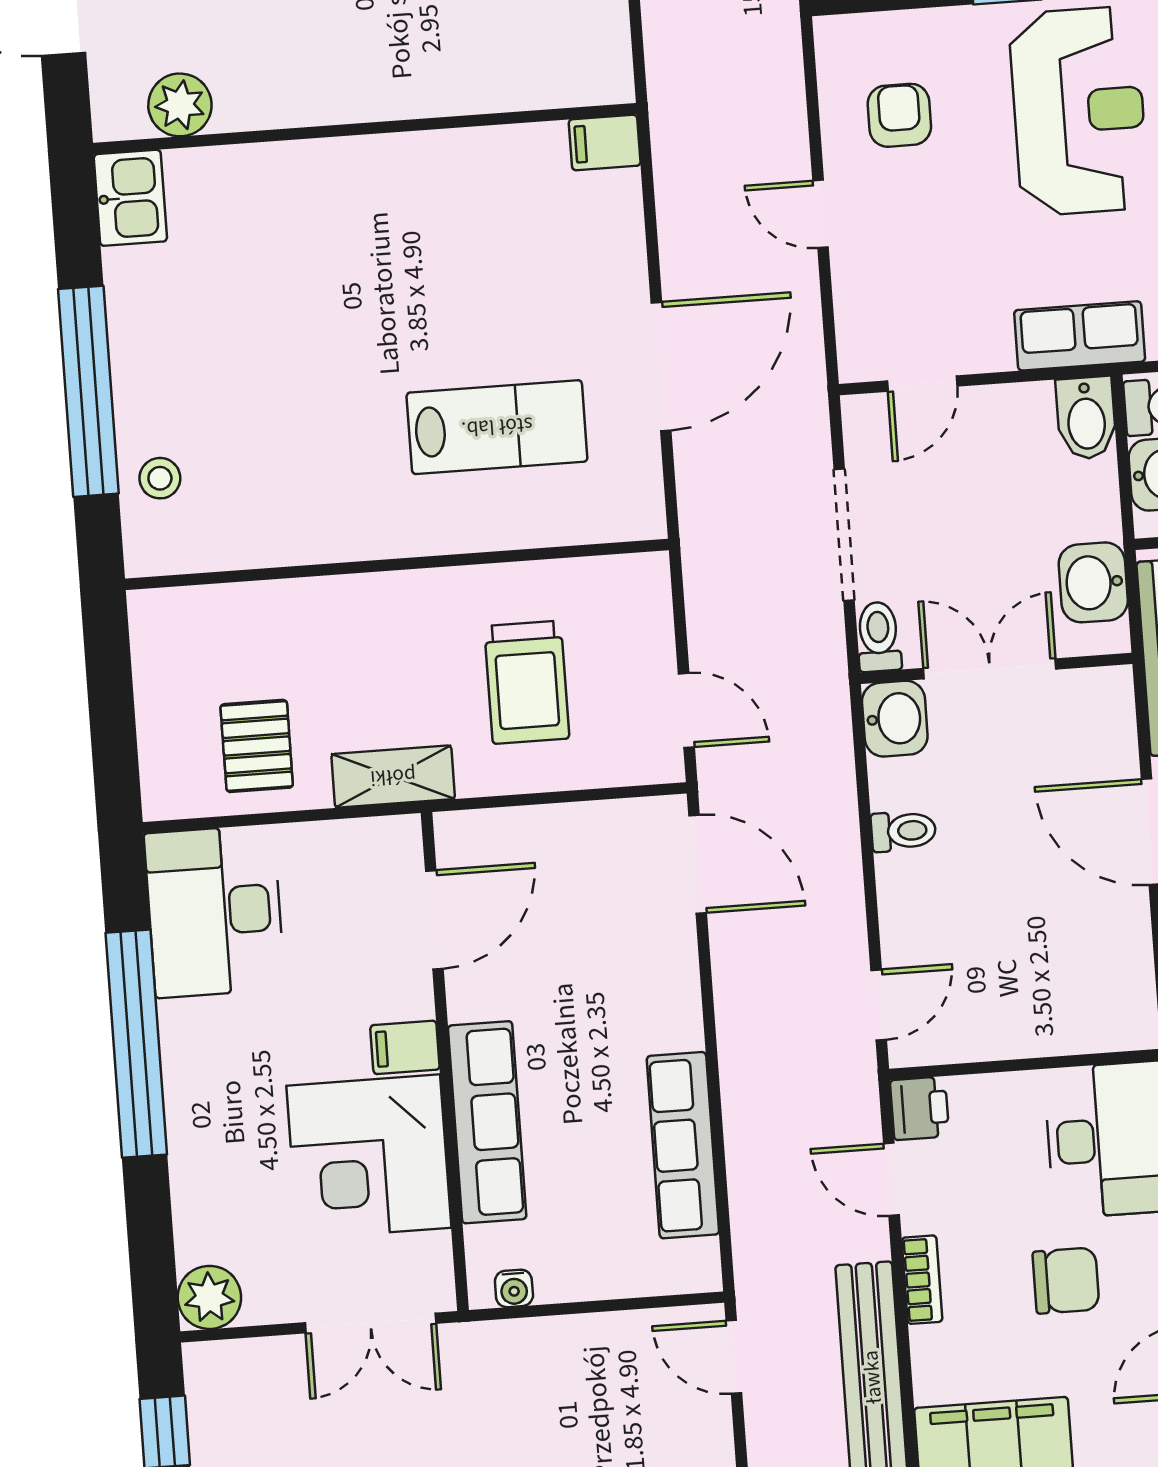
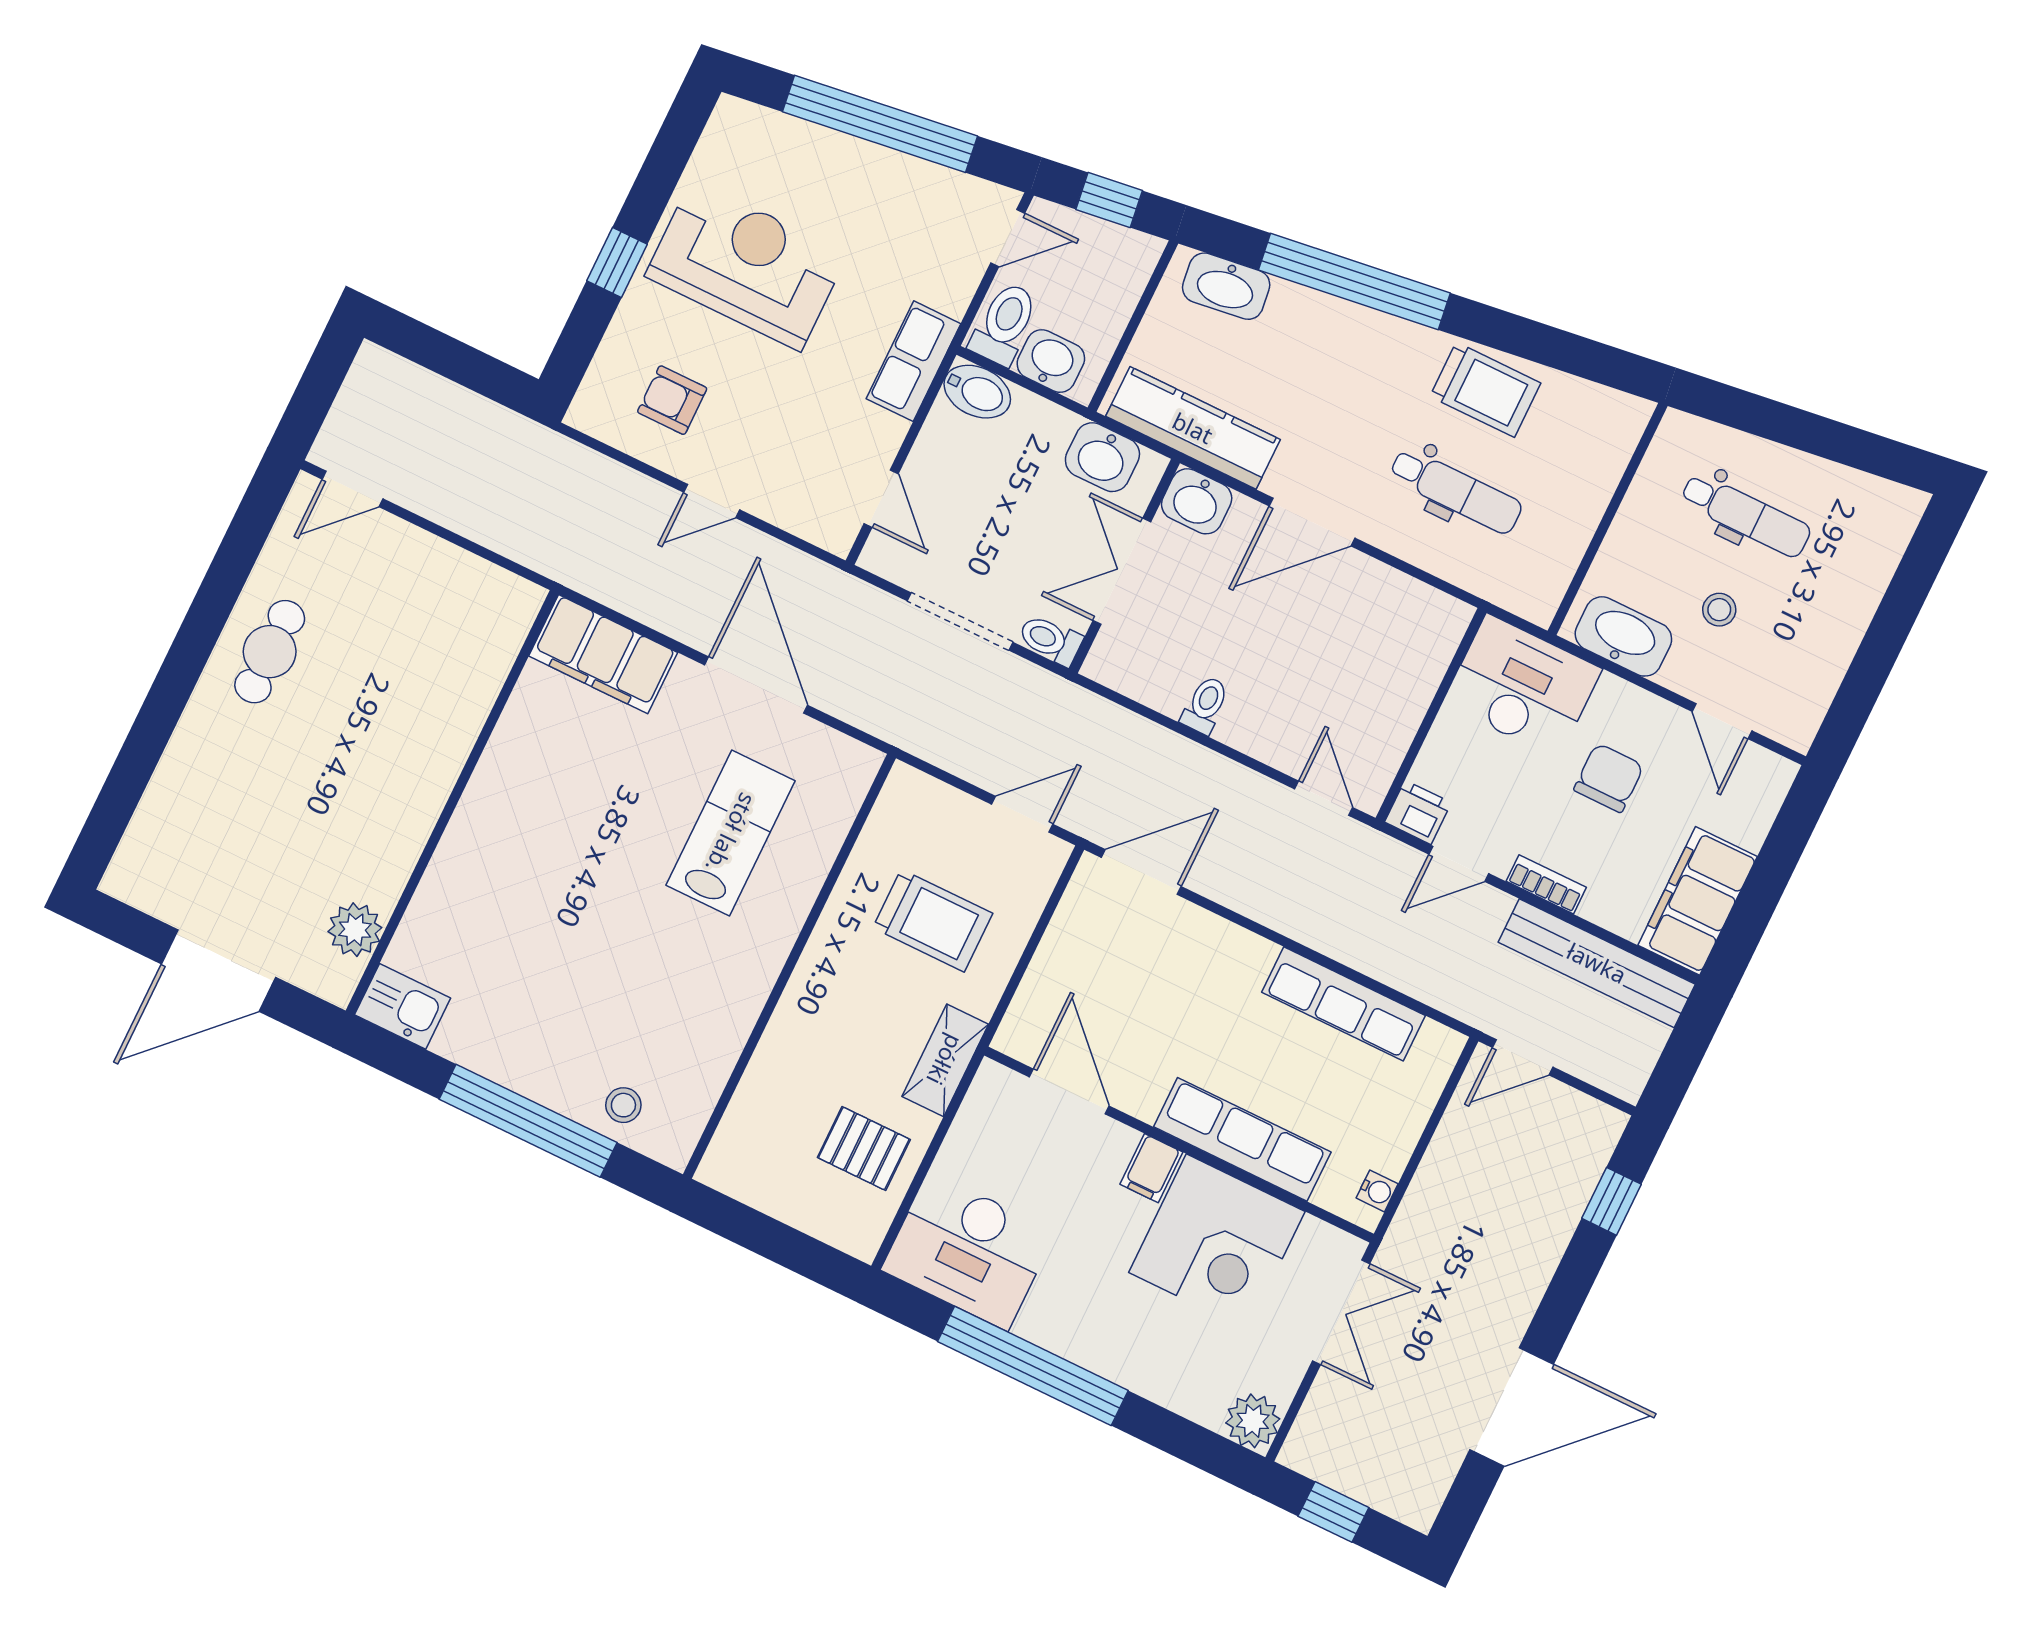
filing cabinet: (605, 143) -> (603, 654), width x3.00, depth x1.17
washbasin: (895, 719) -> (1197, 501), moved, turned 180

